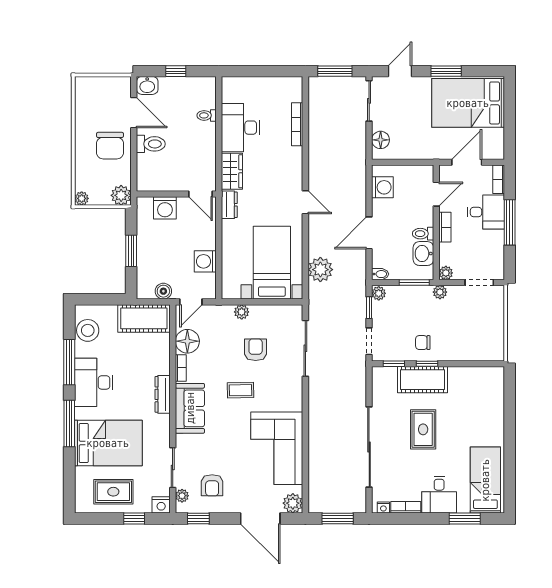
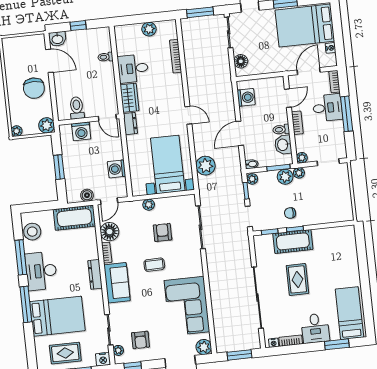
plant: (267, 86) -> (149, 29), added
desk: (240, 128) -> (133, 69), width x0.73
nightstand: (498, 135) -> (330, 48), added
toilet: (151, 144) -> (77, 108), moved, turned -90
plant: (422, 295) -> (285, 177), added

